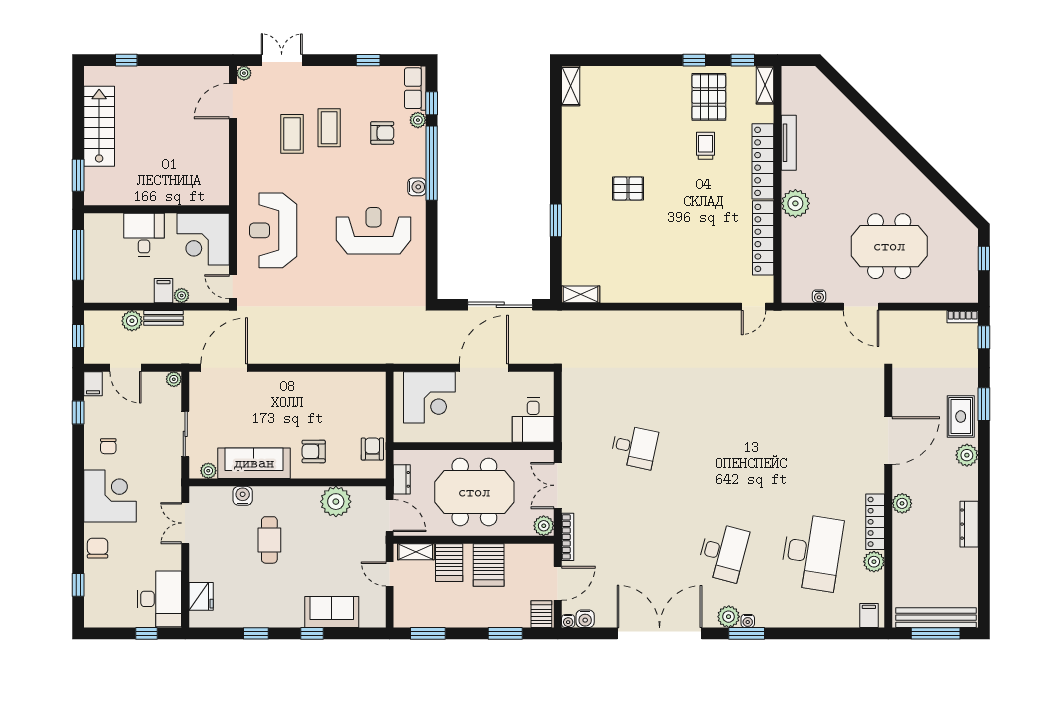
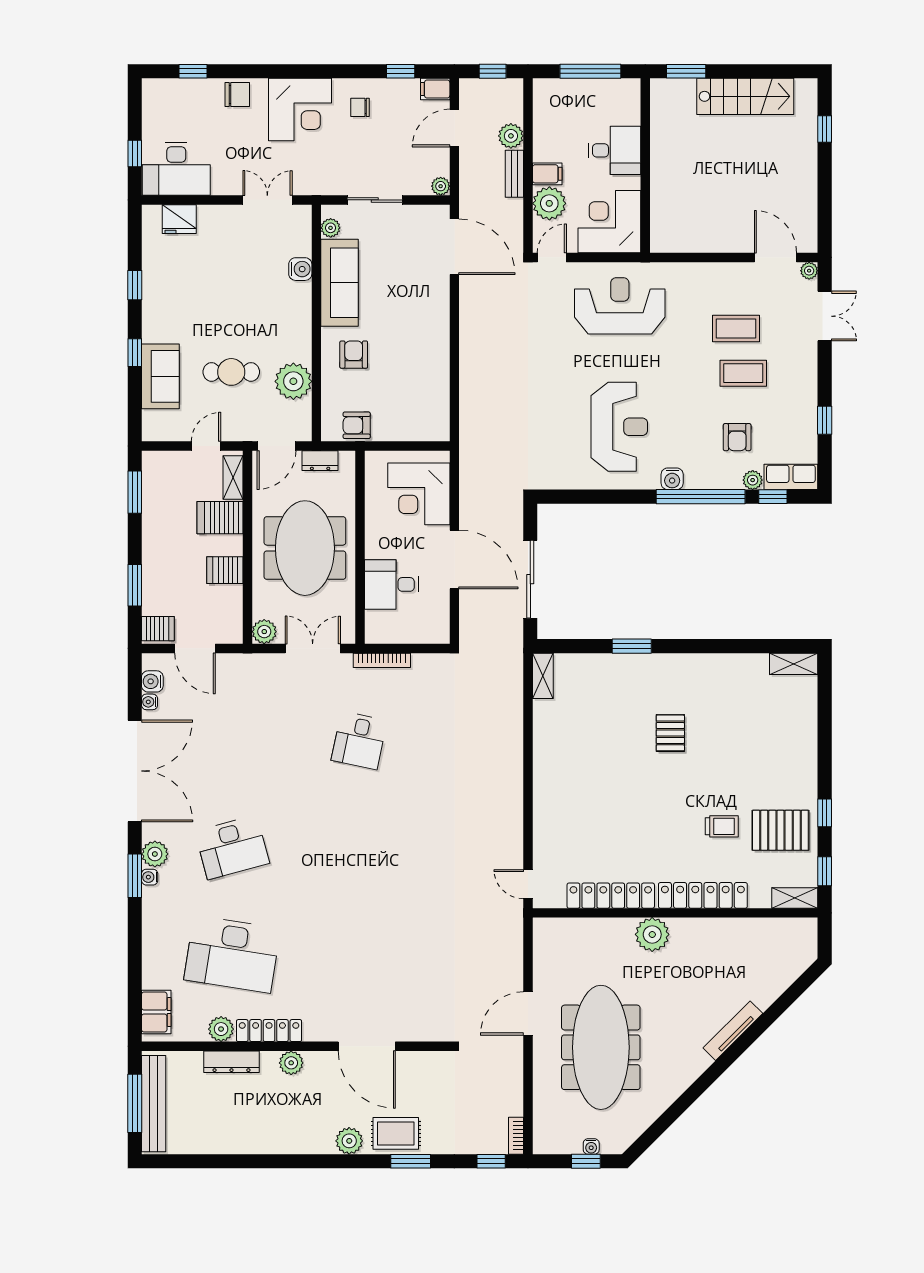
tv unit: (789, 143) -> (733, 1031), moved, turned 135
meeting table: (889, 246) -> (601, 1047), width x1.36
plant: (182, 295) -> (549, 203), width x1.87, depth x1.87
water cooler: (819, 296) -> (591, 1147), moved, turned -90
desk: (533, 420) -> (392, 584), moved
armchair: (372, 449) -> (357, 425), turned 180
dresser: (969, 524) -> (231, 1062), moved, turned 180
bookcase: (568, 537) -> (382, 660), moved
cafe table: (269, 540) -> (231, 372), moved
desk: (723, 552) -> (232, 847), turned -30
server rack: (489, 565) -> (225, 570), width x0.73, depth x0.70
filing cabinet: (869, 615) -> (156, 1012), width x2.00
water cooler: (568, 621) -> (150, 702), moved

